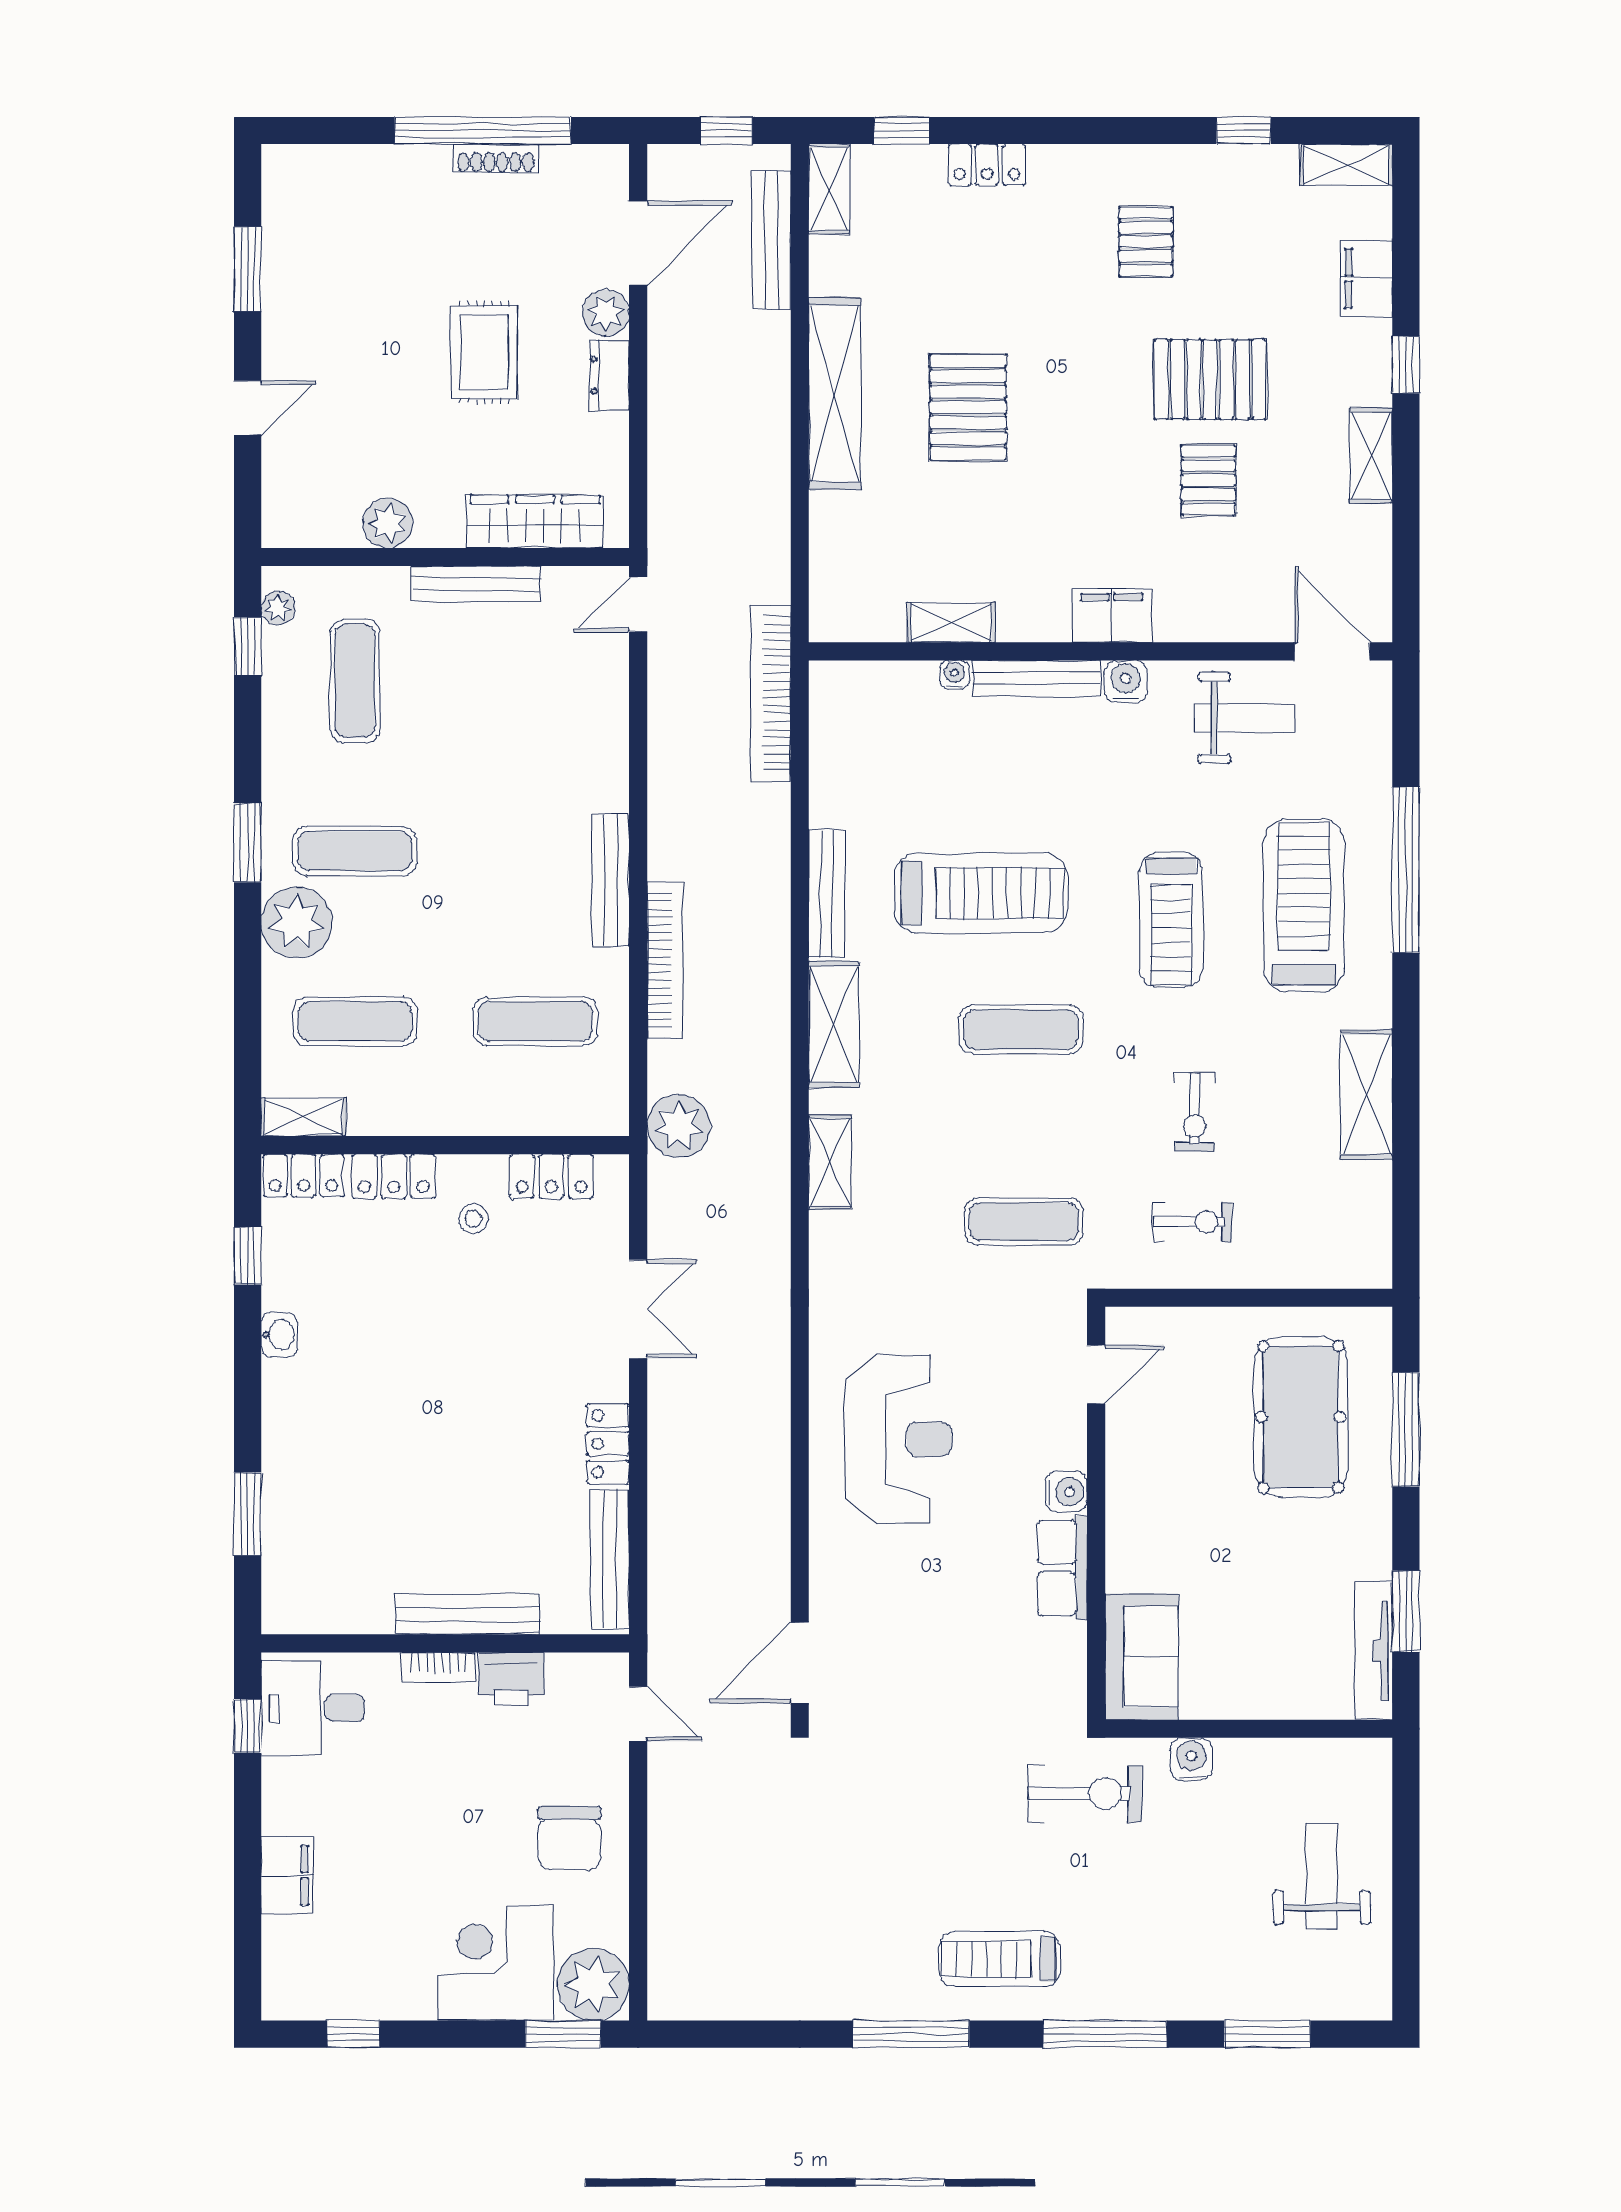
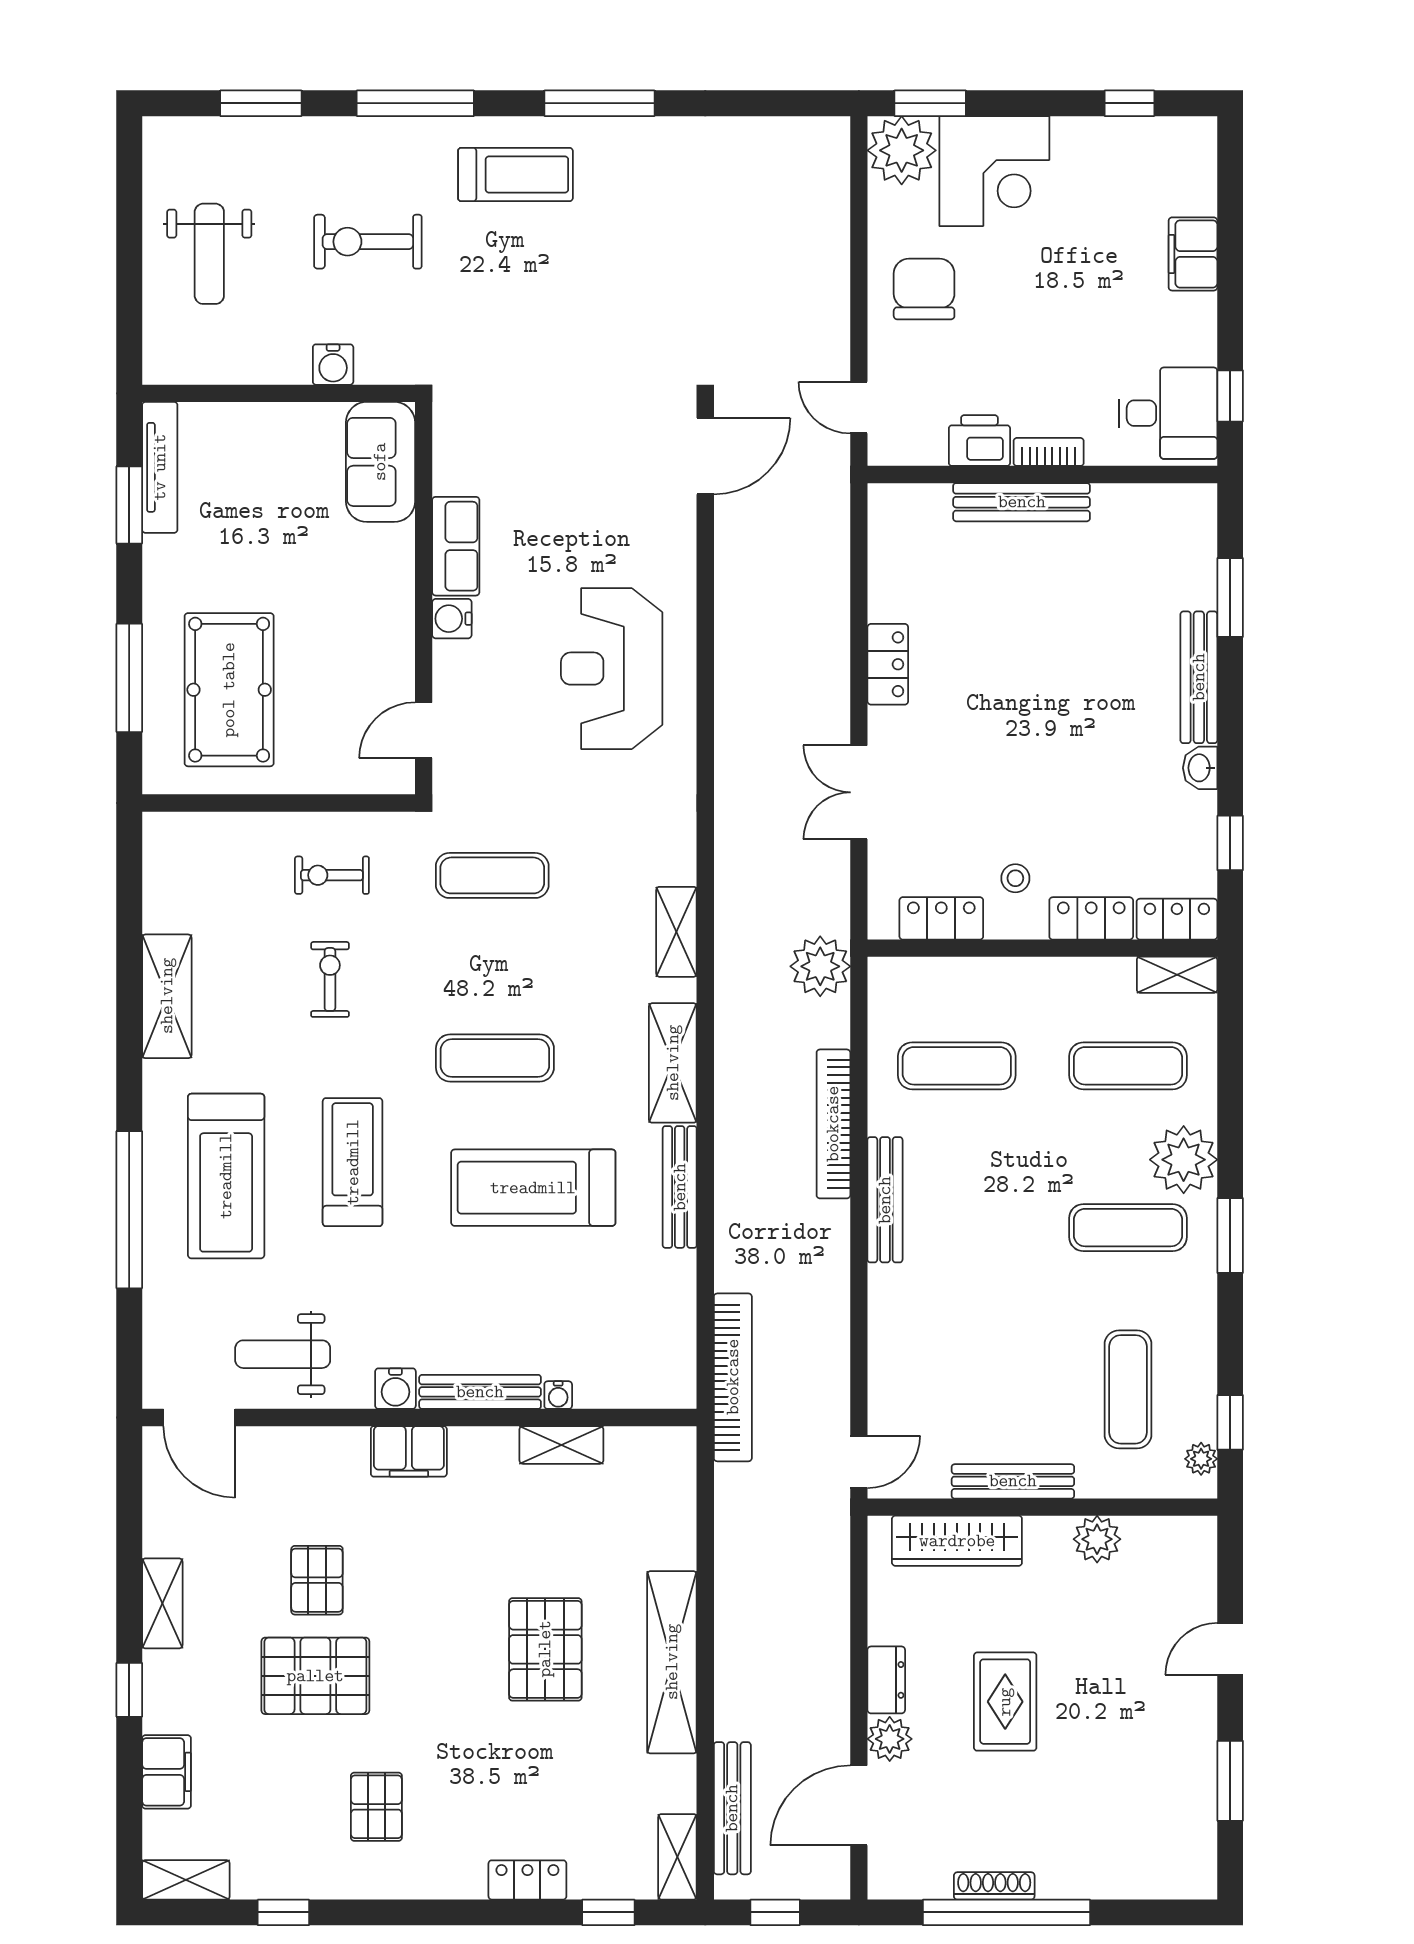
bench: (610, 1559) -> (1199, 677), moved
exercise bike: (1085, 1794) -> (368, 242), moved

